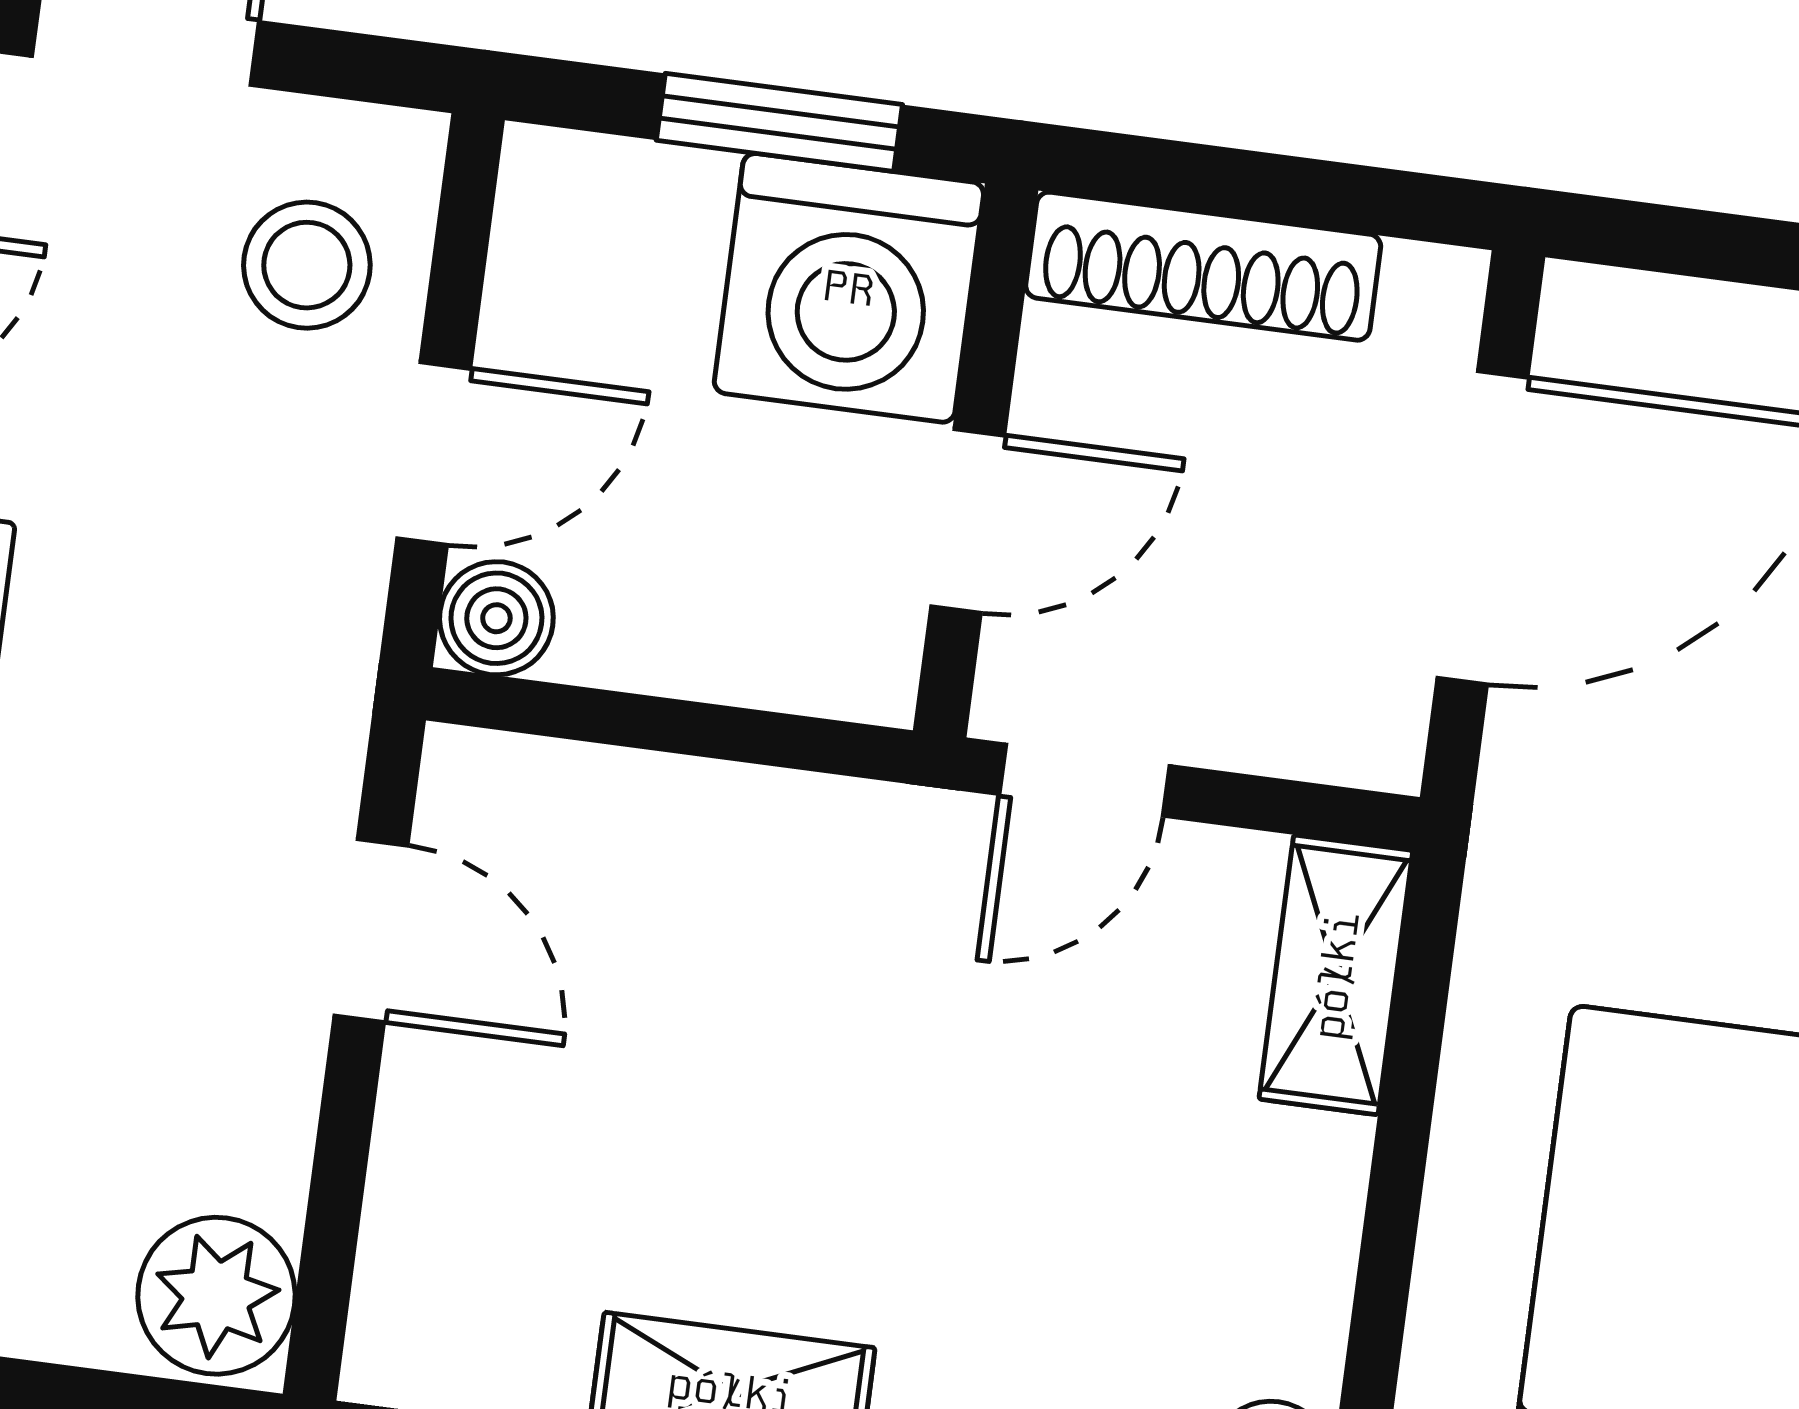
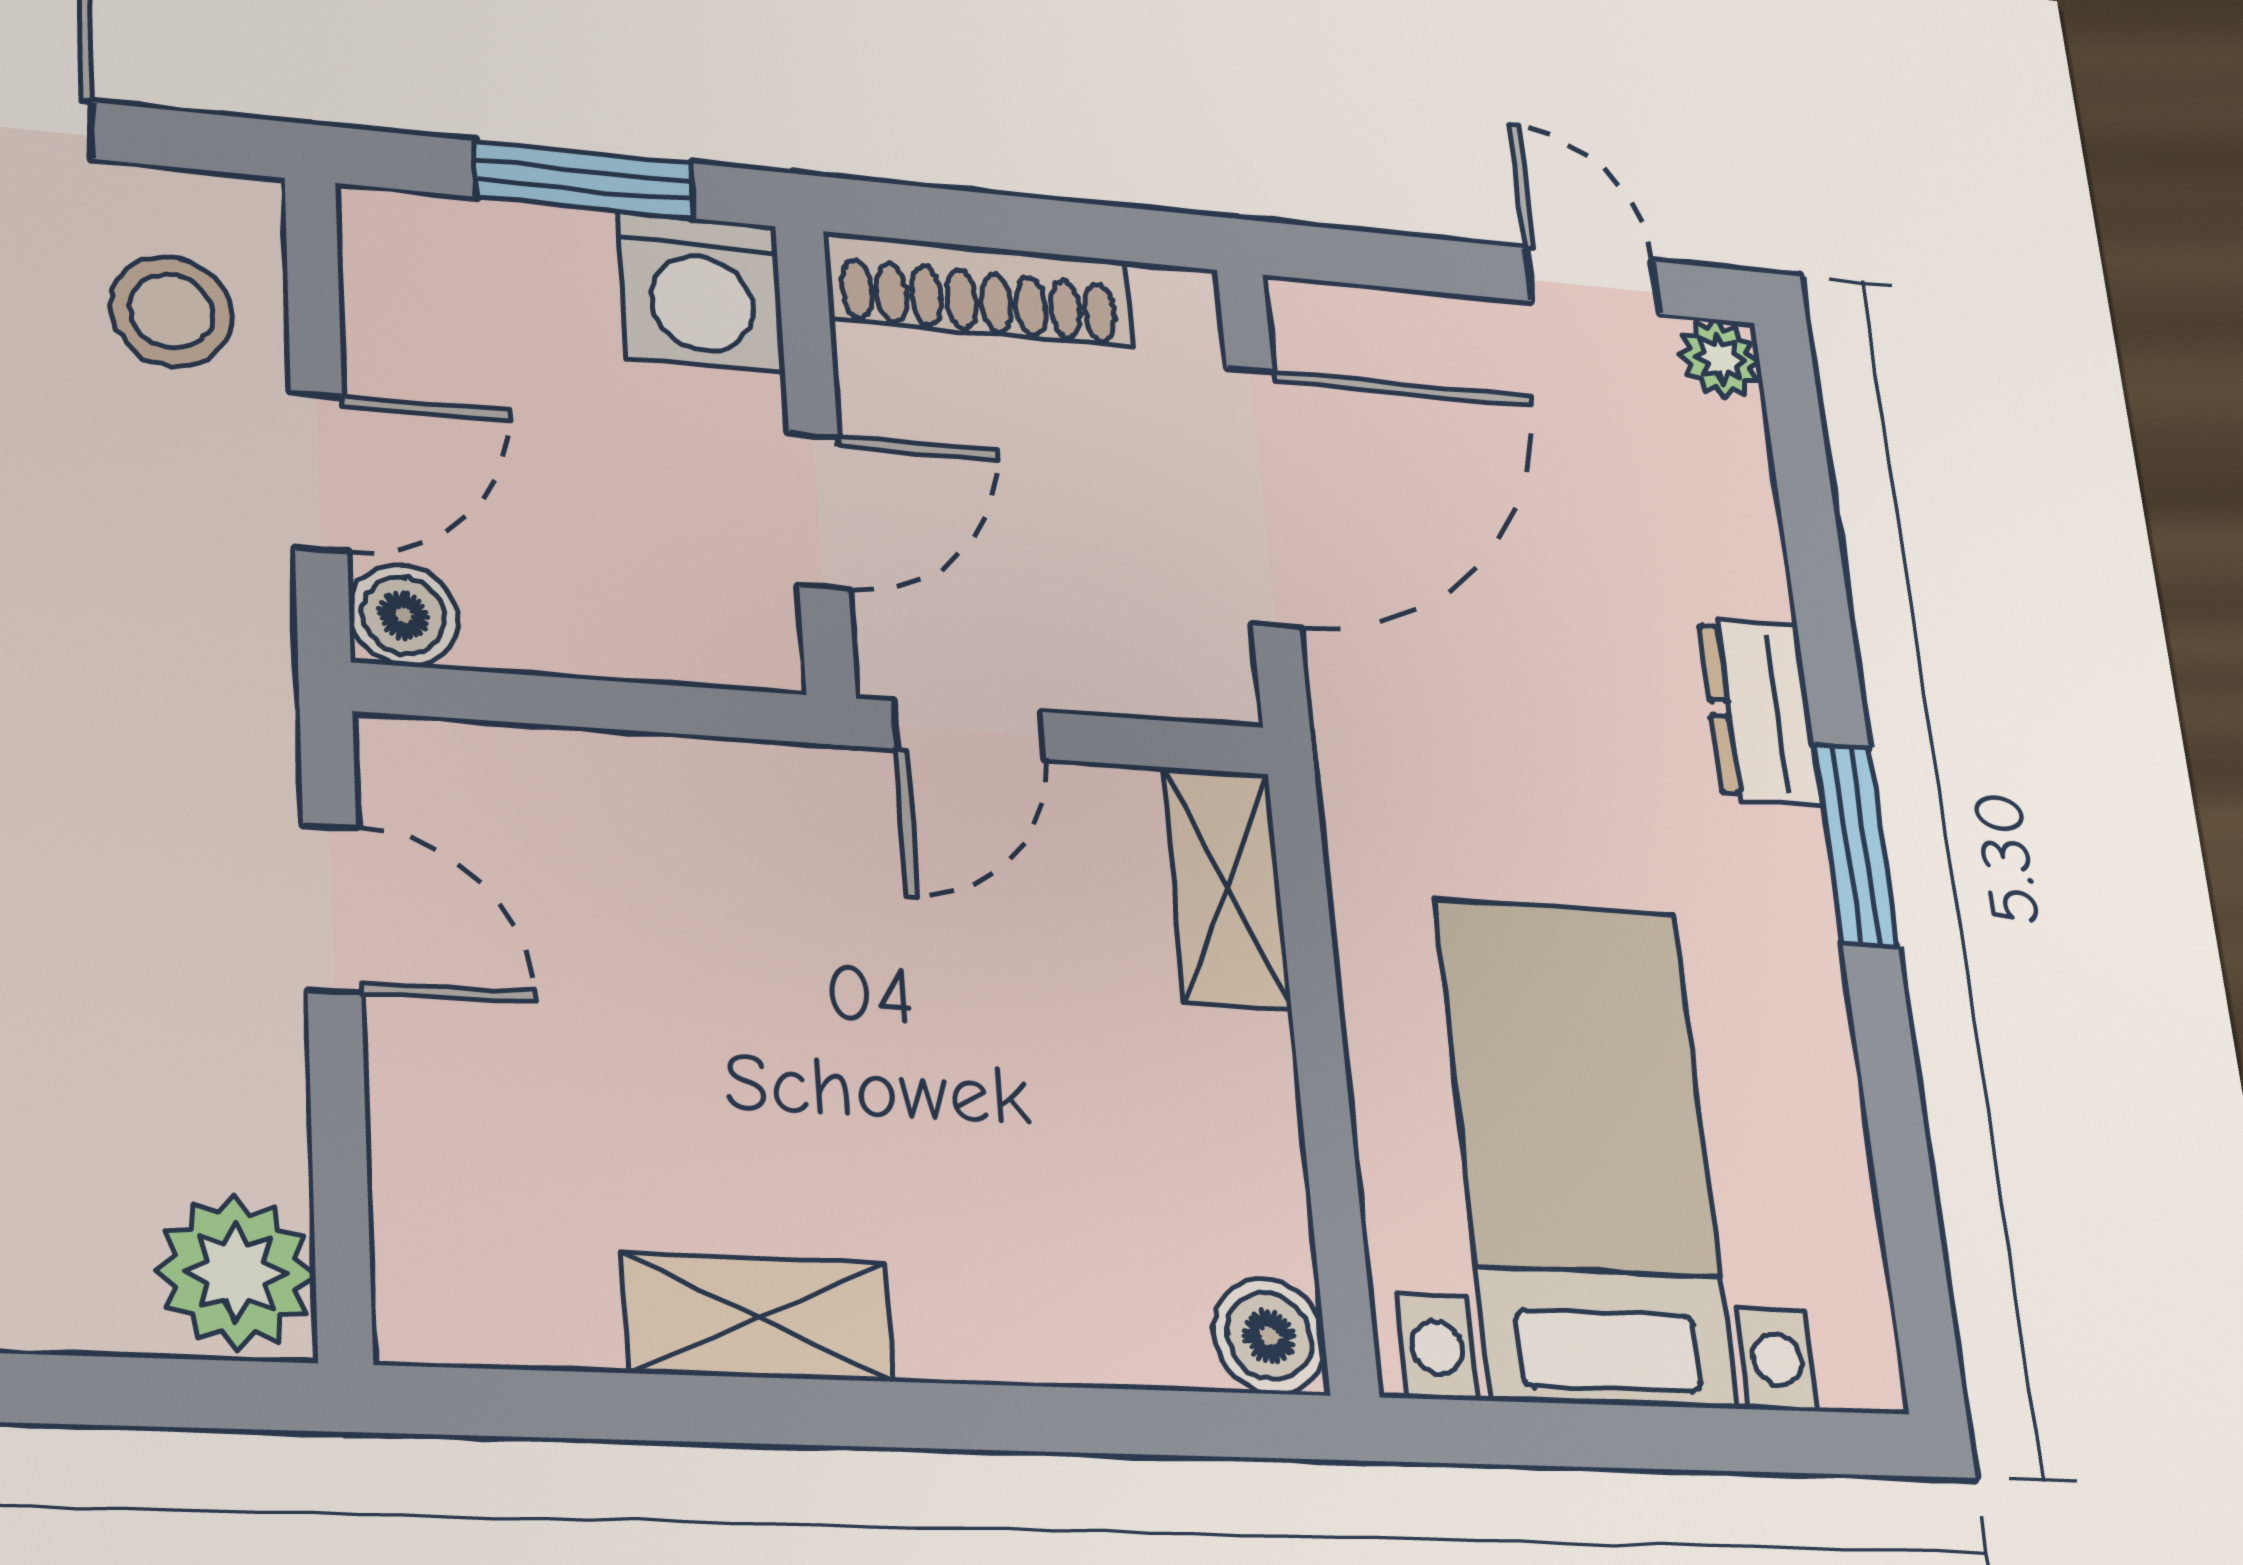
washing machine: (849, 288) -> (701, 292), width x0.73, depth x0.73

